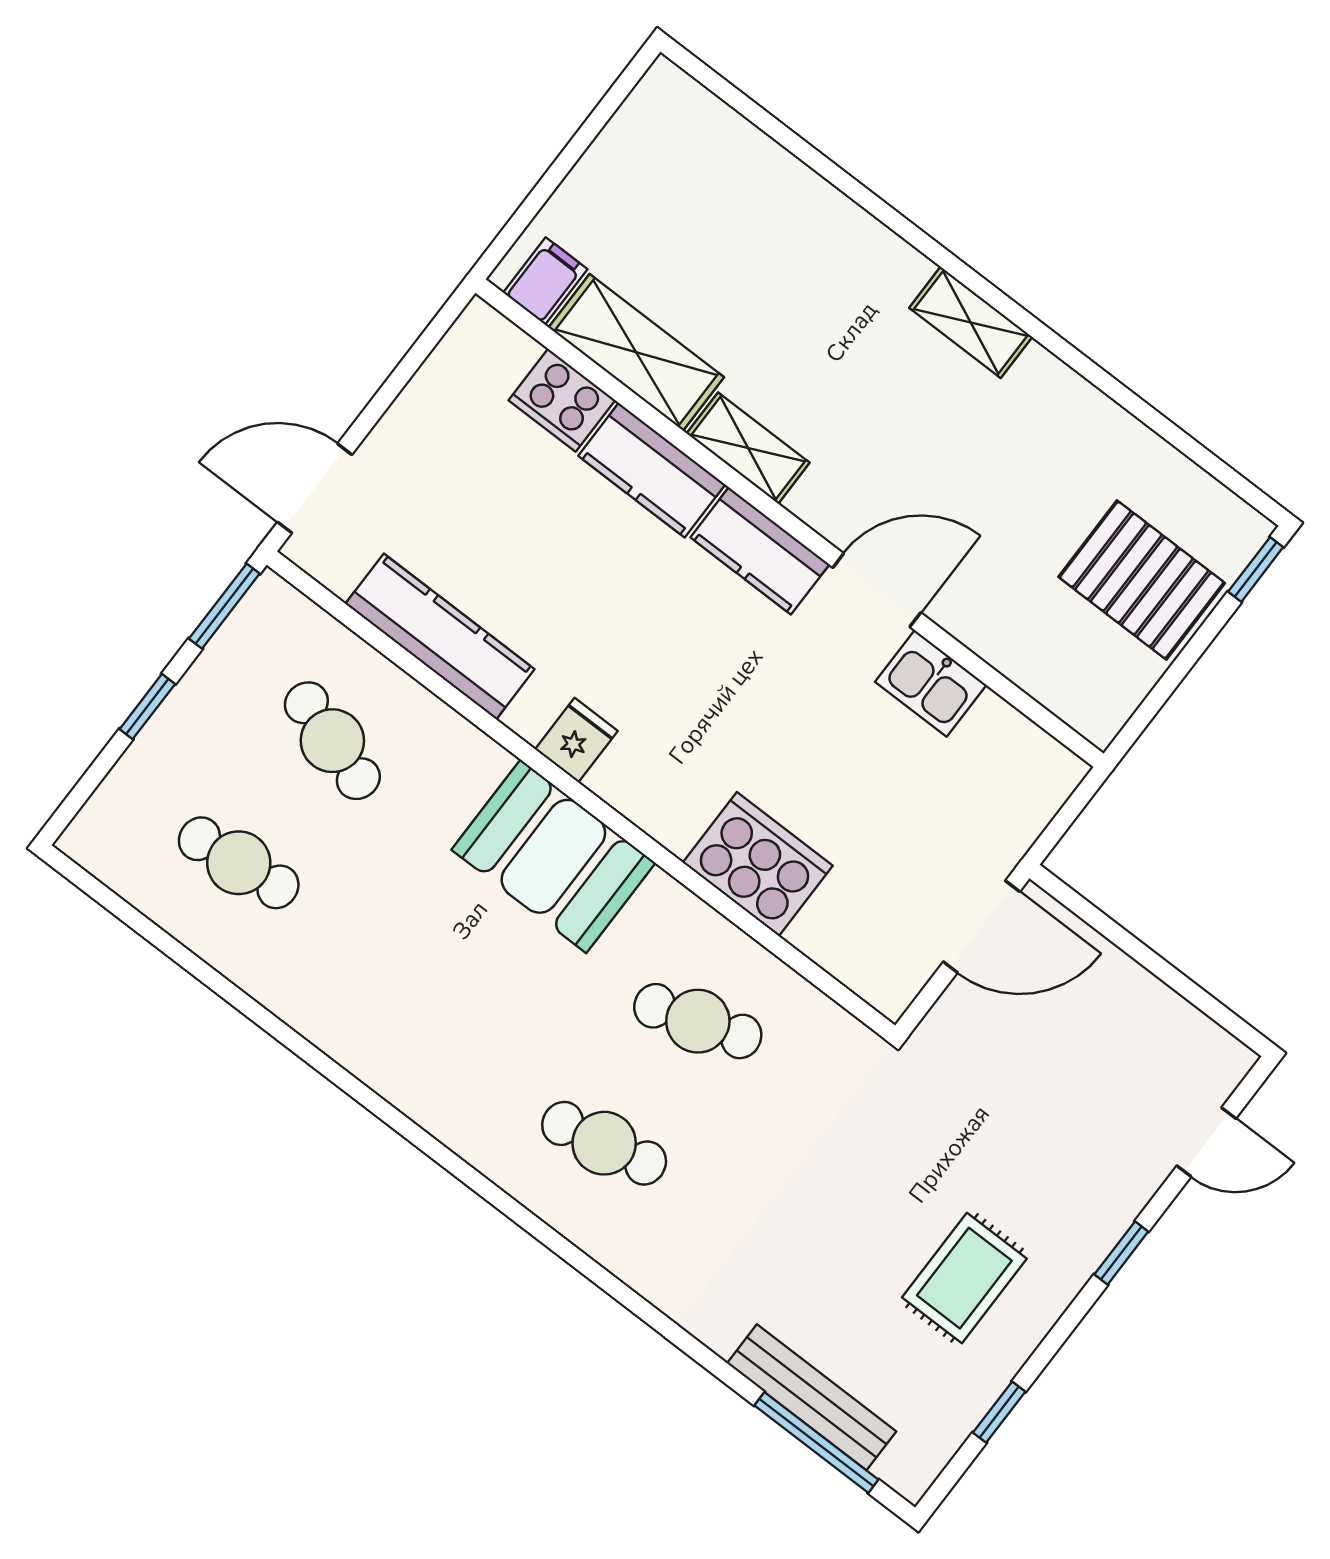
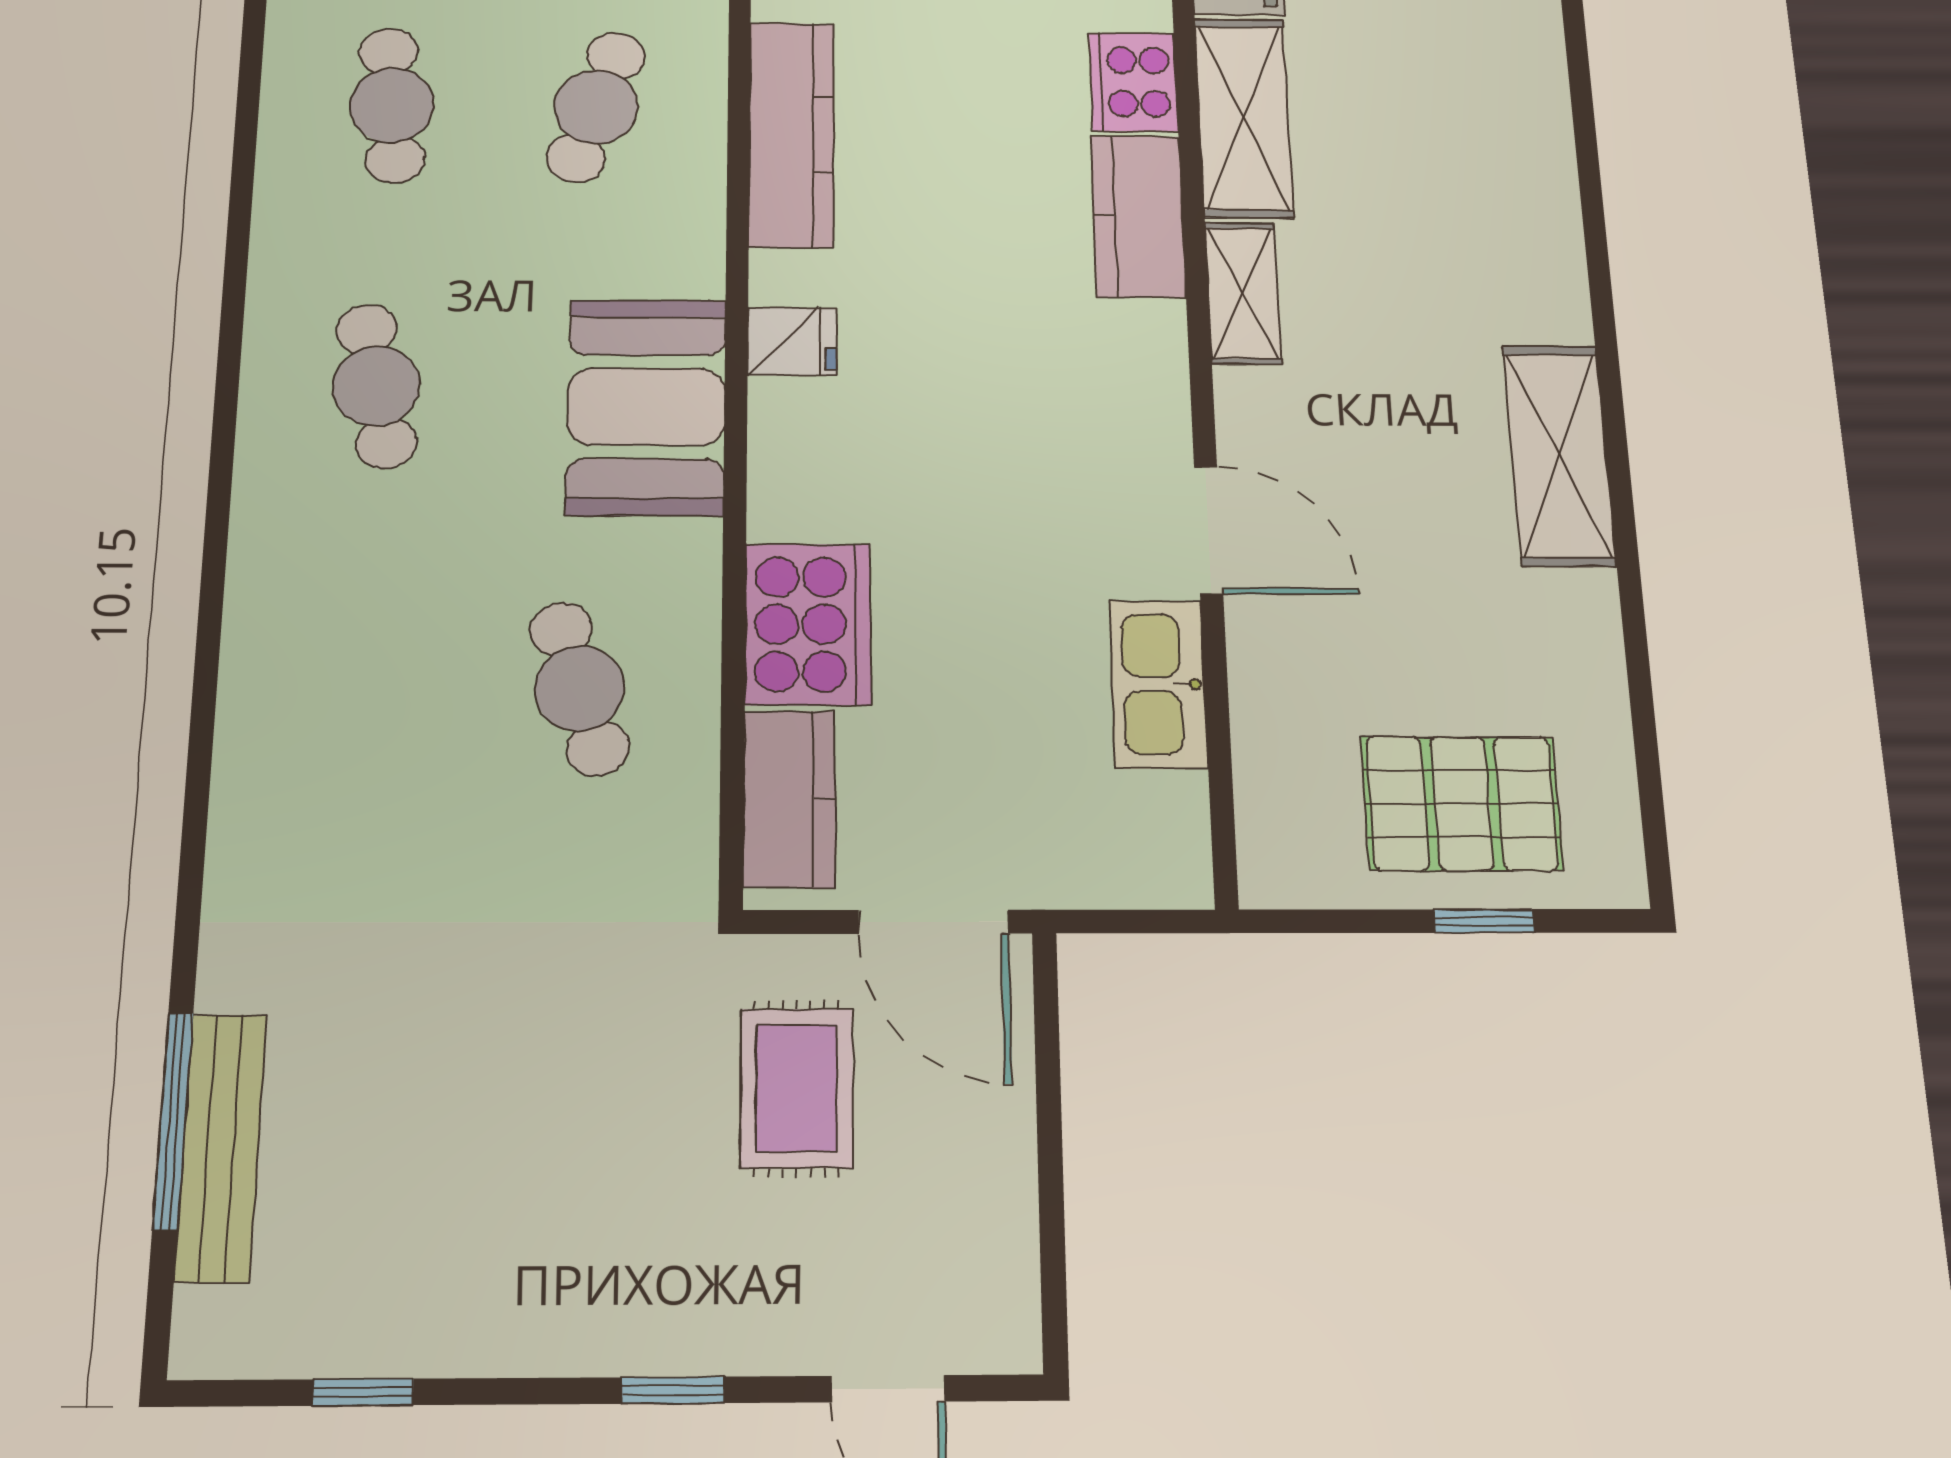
shelving: (971, 322) -> (1559, 455), width x1.50, depth x1.33
kitchen counter: (760, 551) -> (789, 799), moved, turned 180
window: (1256, 569) -> (1484, 921), moved
pallet: (1142, 580) -> (1462, 803), turned 90
kitchen sink: (931, 683) -> (1158, 684), width x1.38
cafe table: (604, 1143) -> (376, 386), moved
rug: (964, 1278) -> (797, 1088), moved, turned 90
window: (816, 1443) -> (173, 1121), moved

